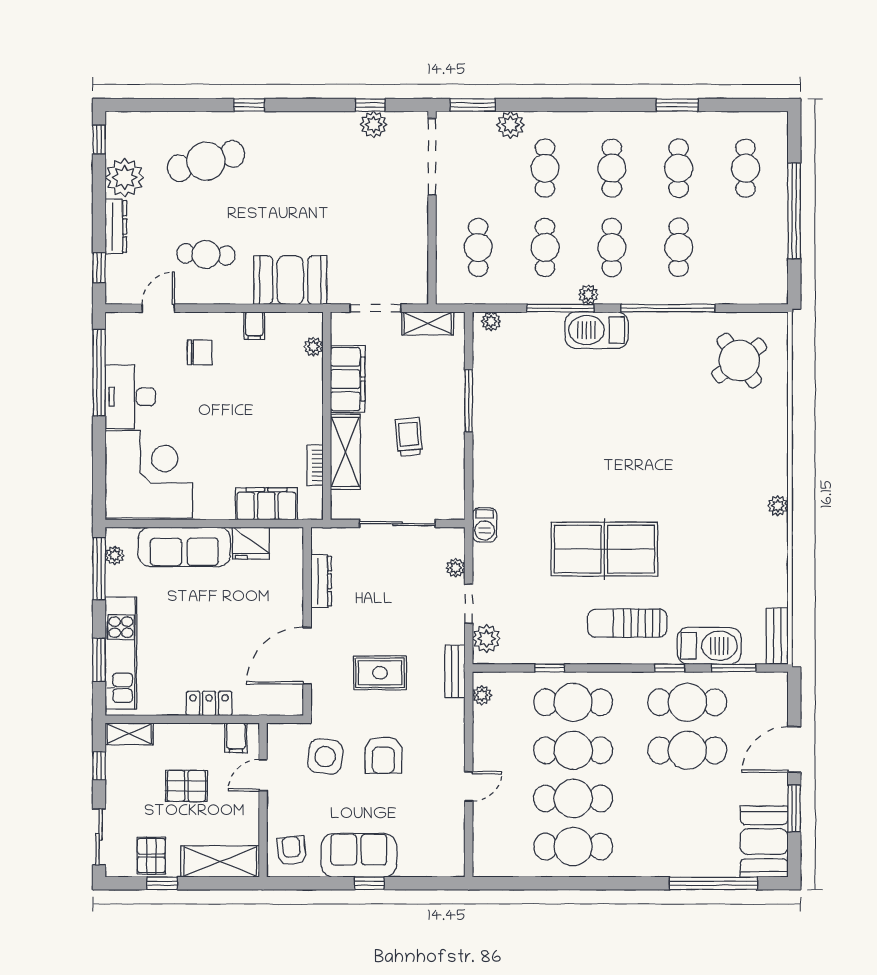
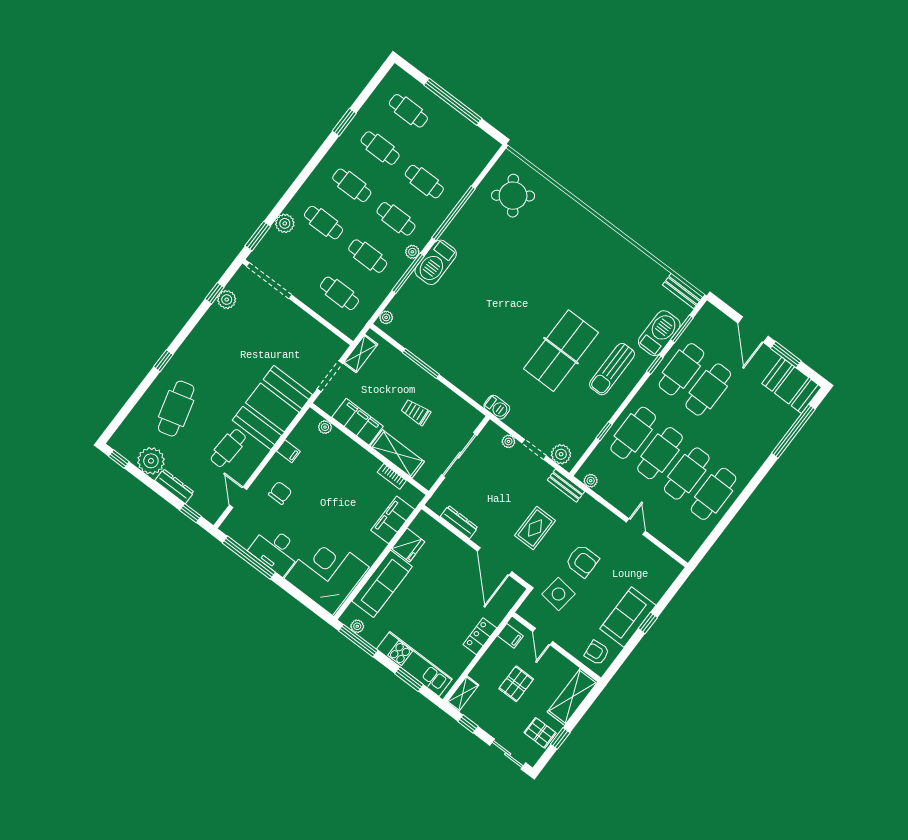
booth: (290, 280) -> (272, 408), width x1.36, depth x1.42
plant: (778, 506) -> (610, 236), removed

